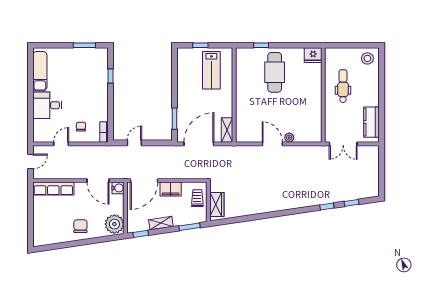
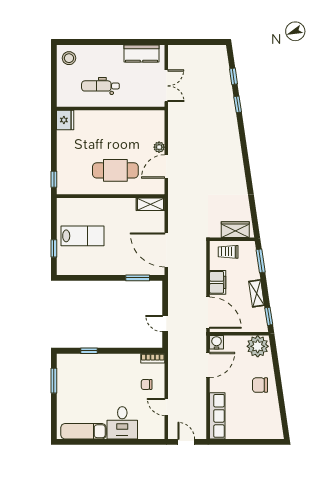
cafe table: (275, 72) -> (115, 170), moved
wall: (234, 95) -> (111, 196), moved
shelving: (227, 130) -> (150, 204), moved

